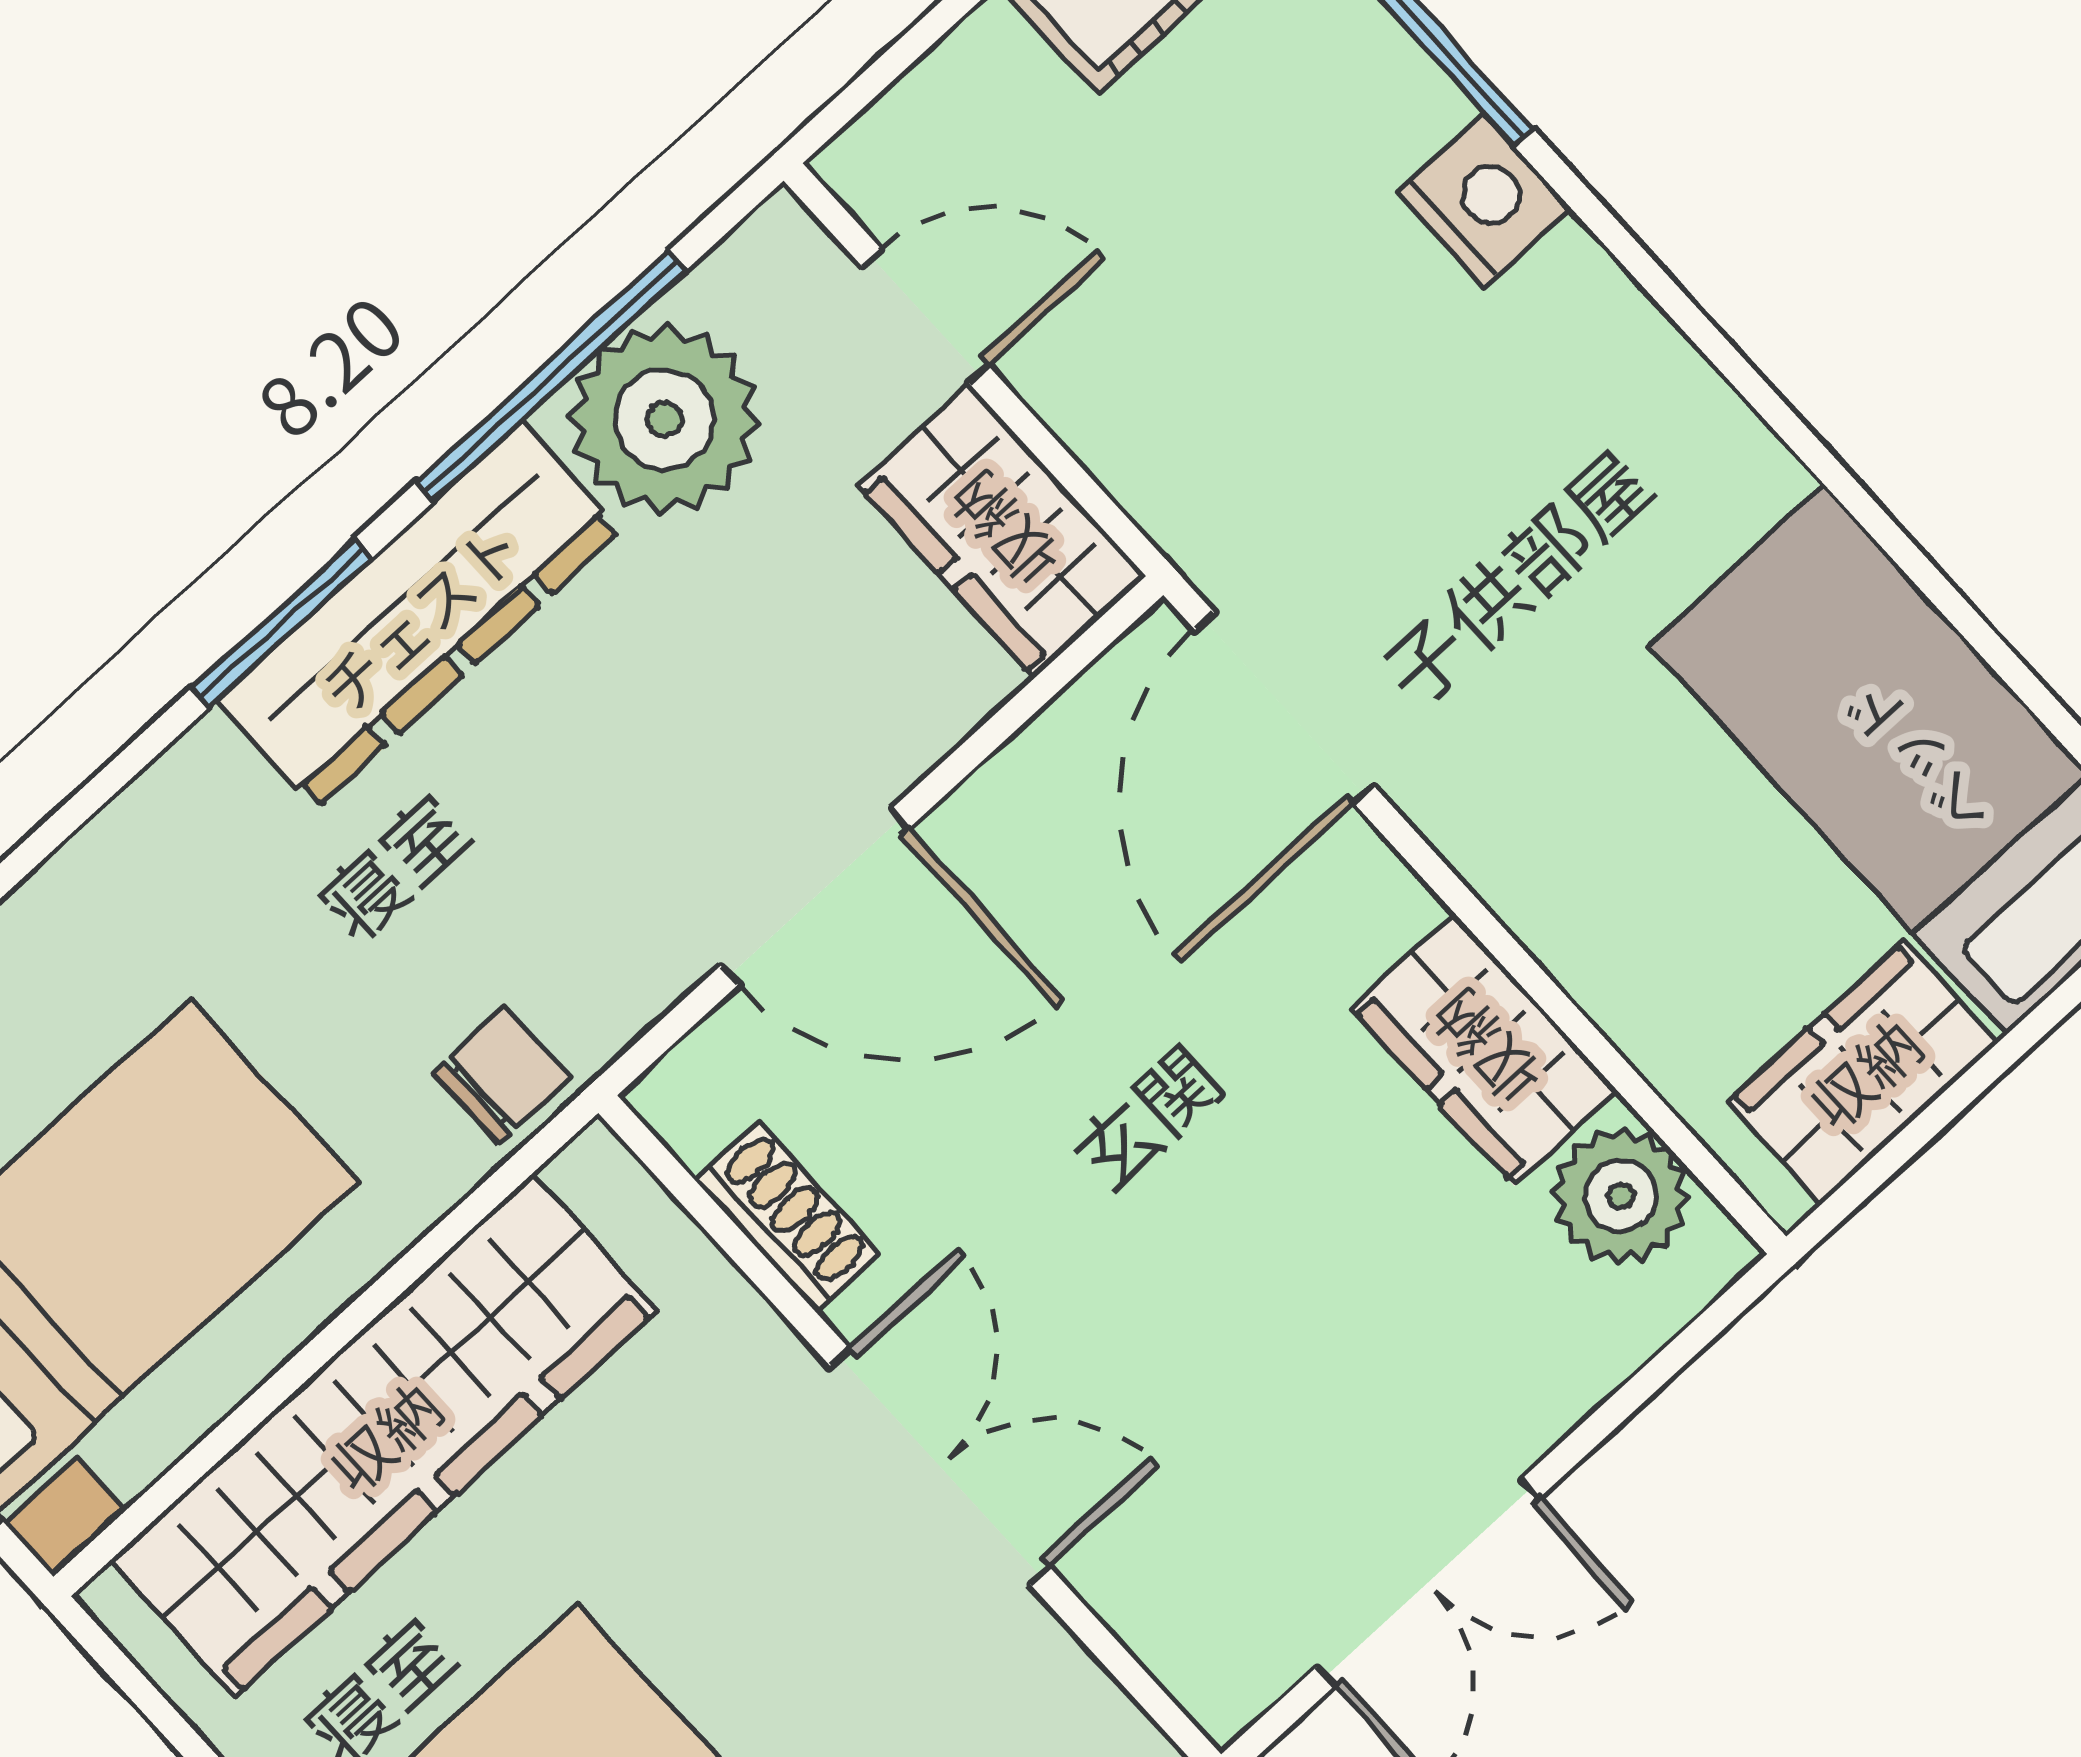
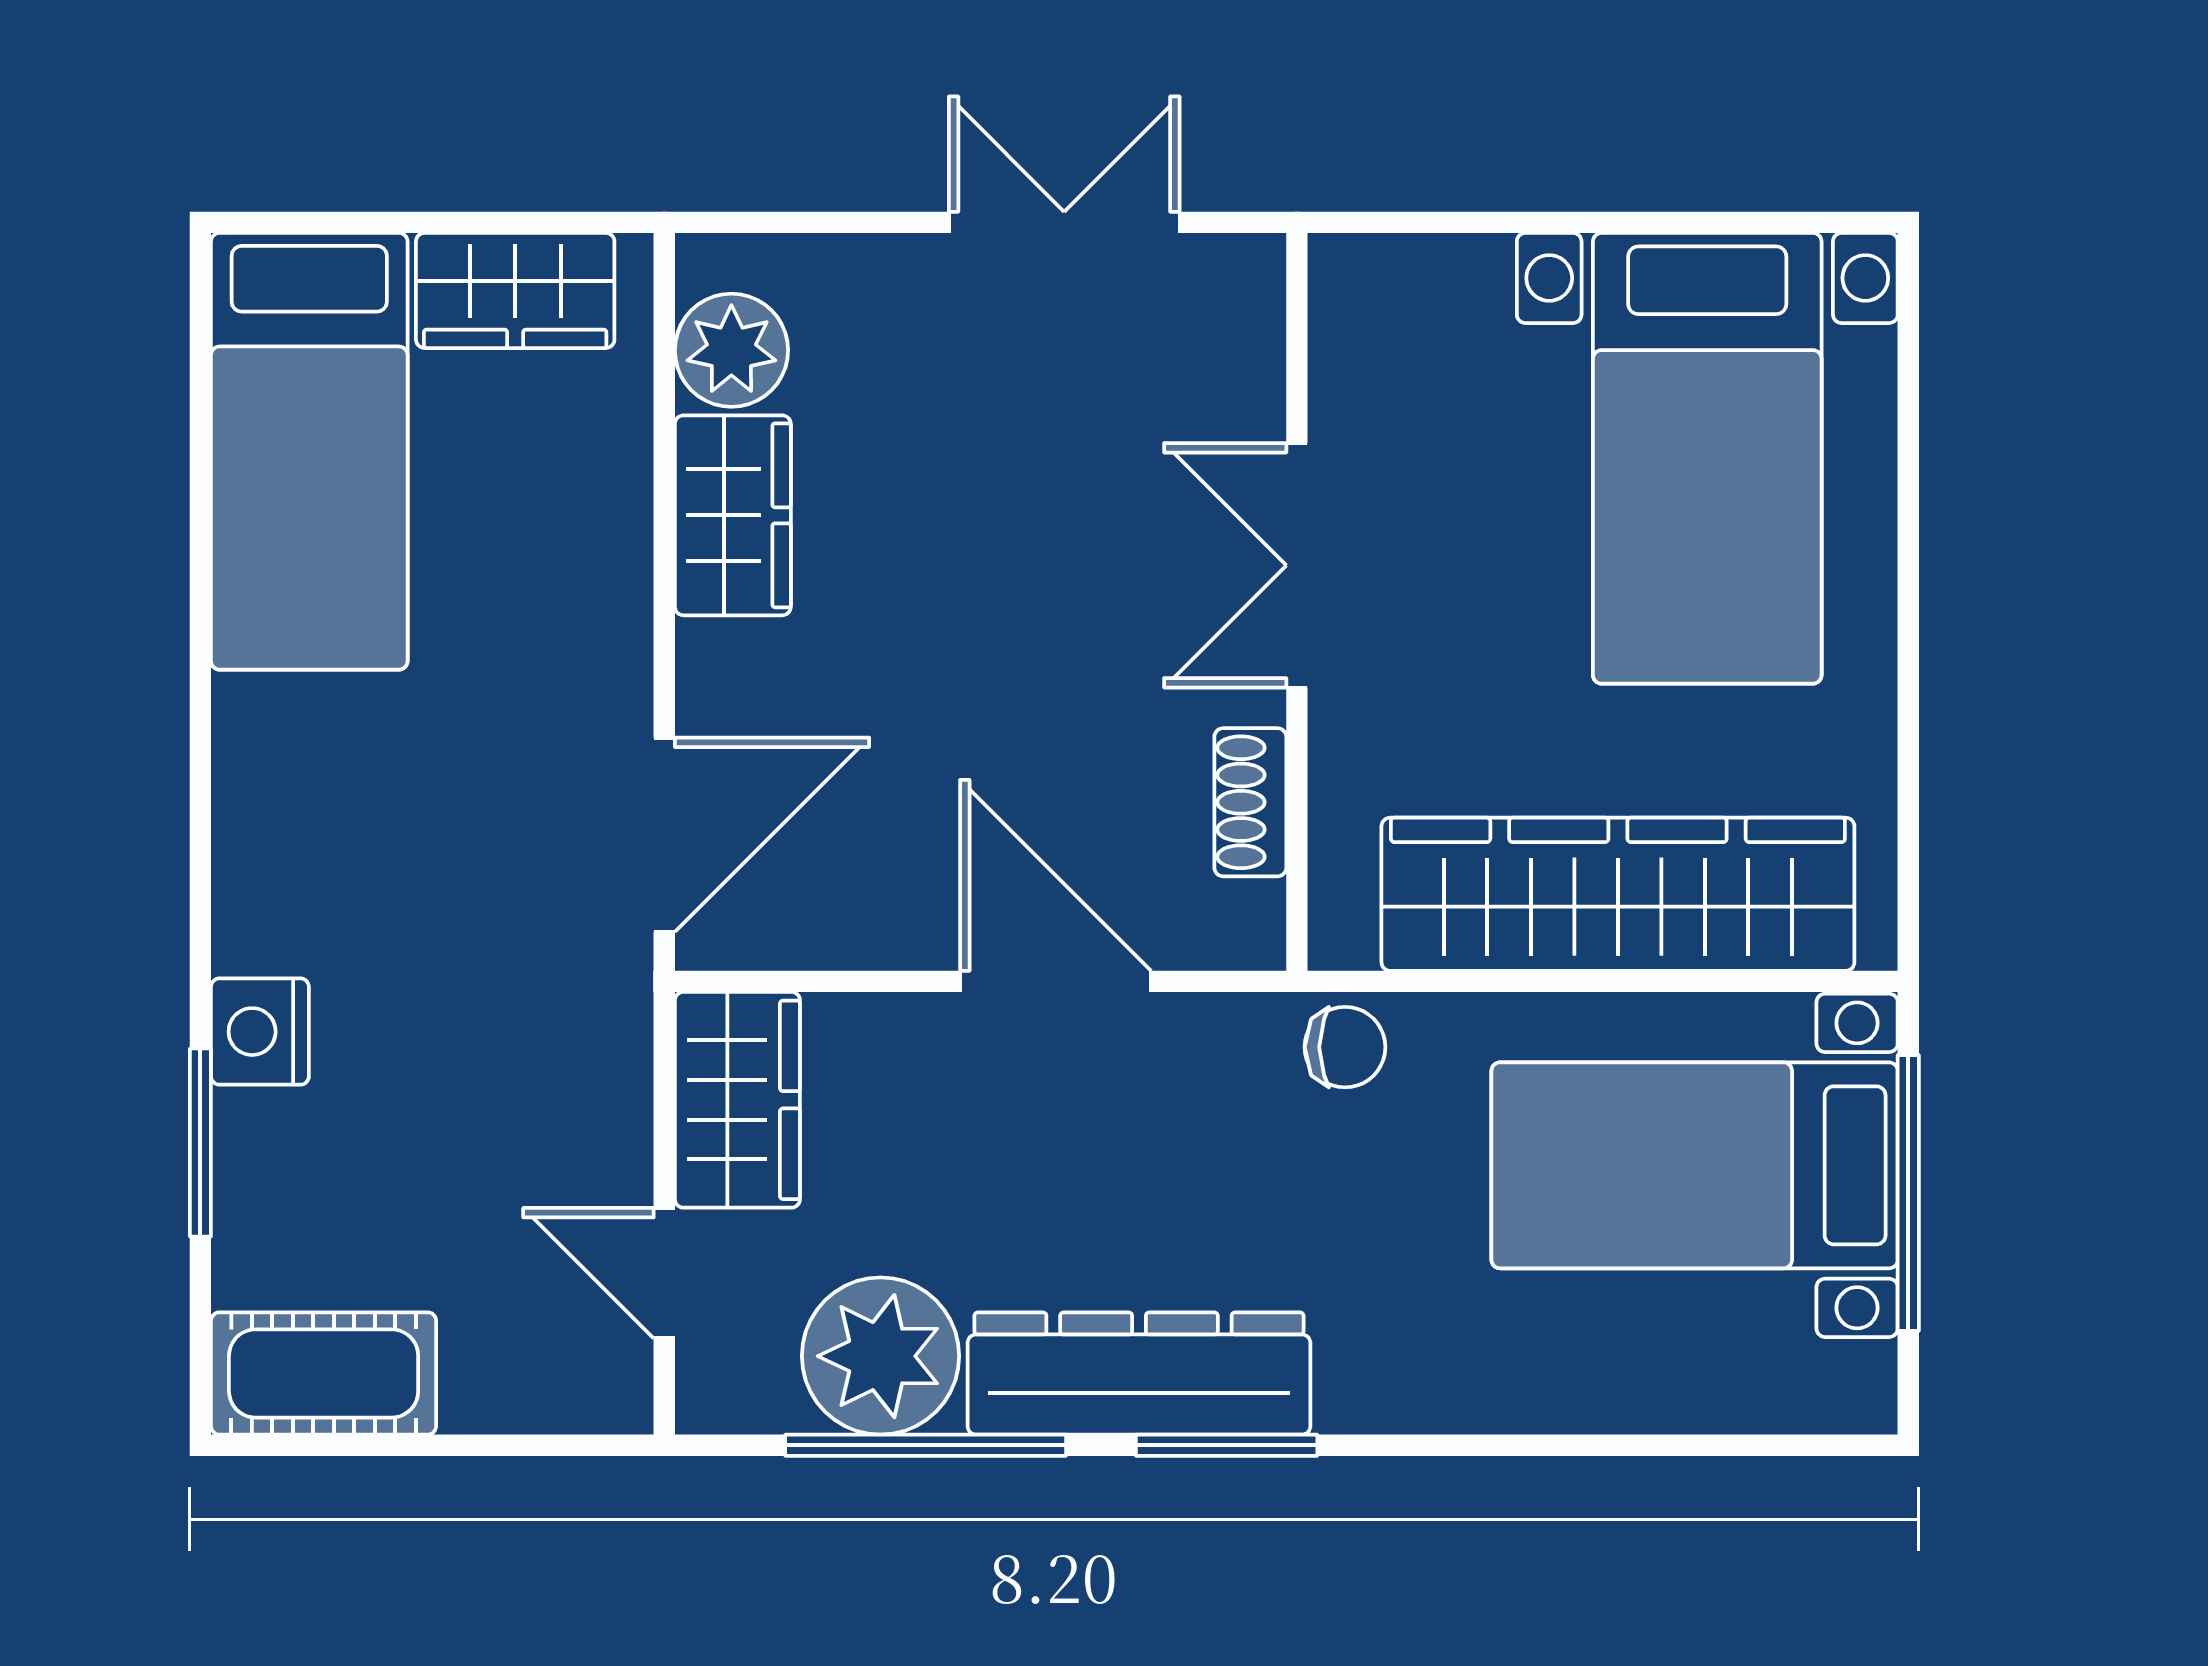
chair: (502, 1075) -> (1345, 1047), turned 180

